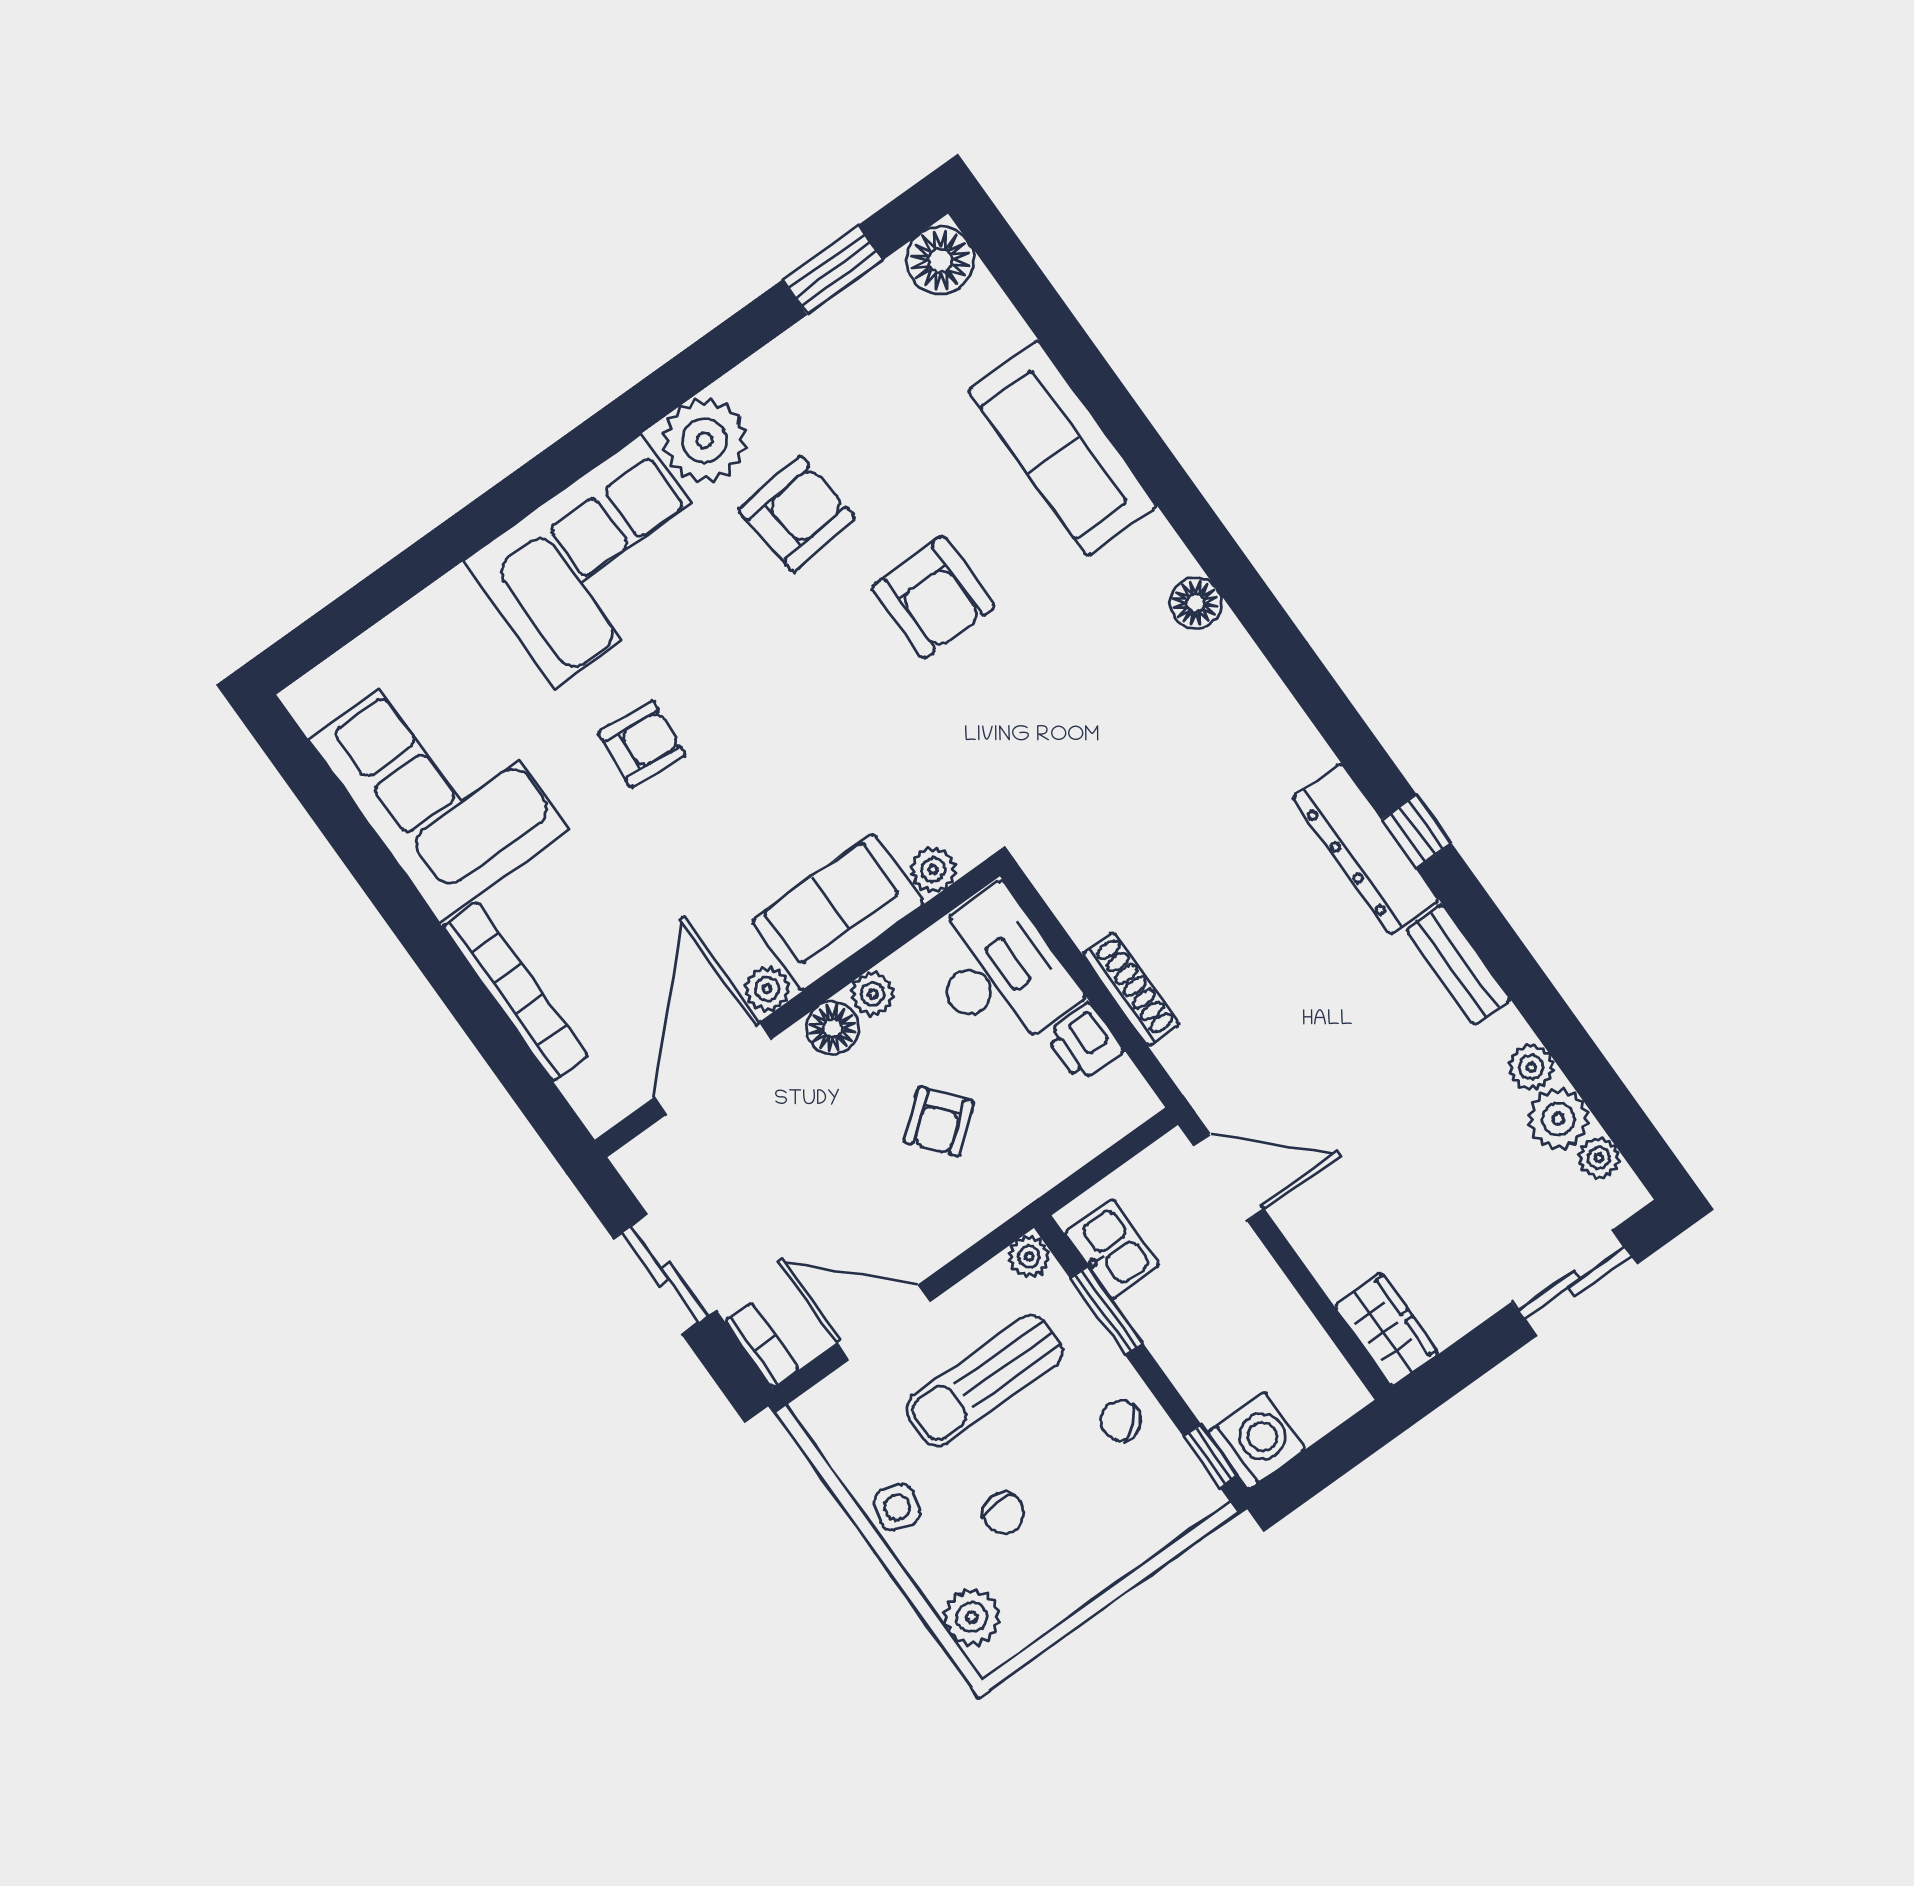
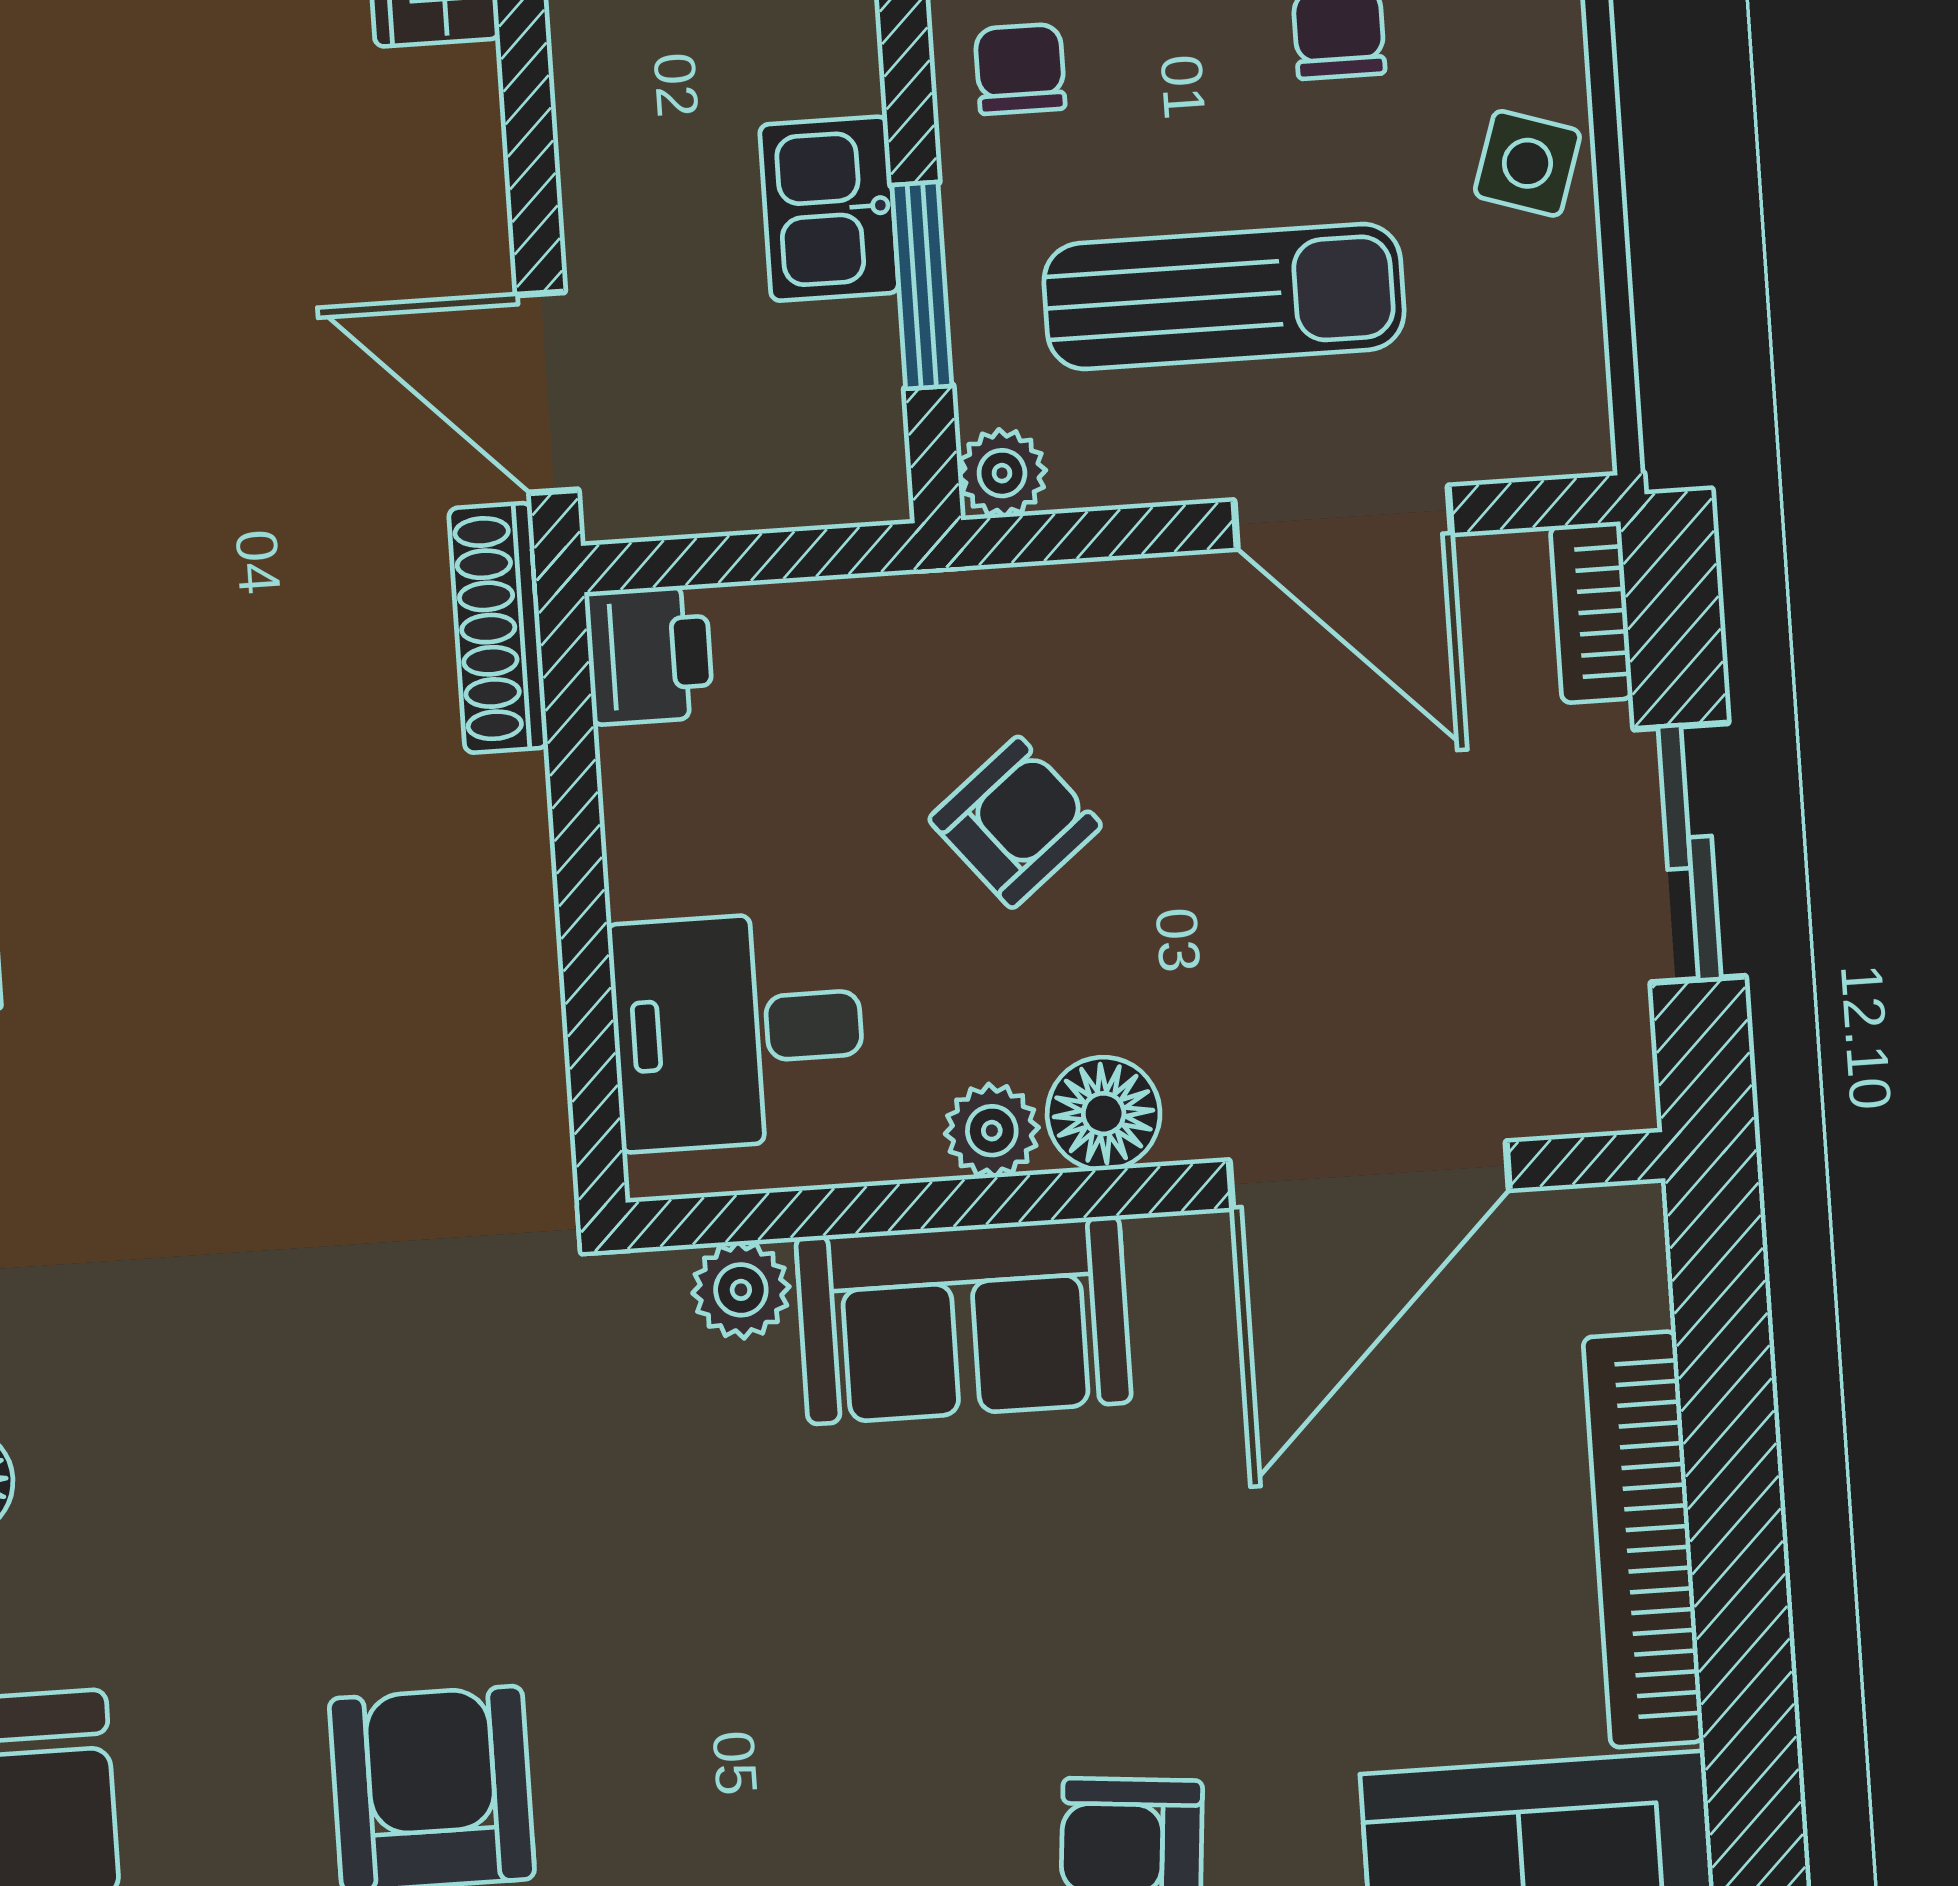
desk: (998, 971) -> (737, 1031), width x0.73
plant: (767, 989) -> (1179, 1259), removed
shoe rack: (1131, 989) -> (498, 628), moved
printer: (1084, 1043) -> (649, 655), moved
kitchen sink: (1112, 1249) -> (829, 209), moved
chair: (1121, 1421) -> (1020, 69), turned -138

